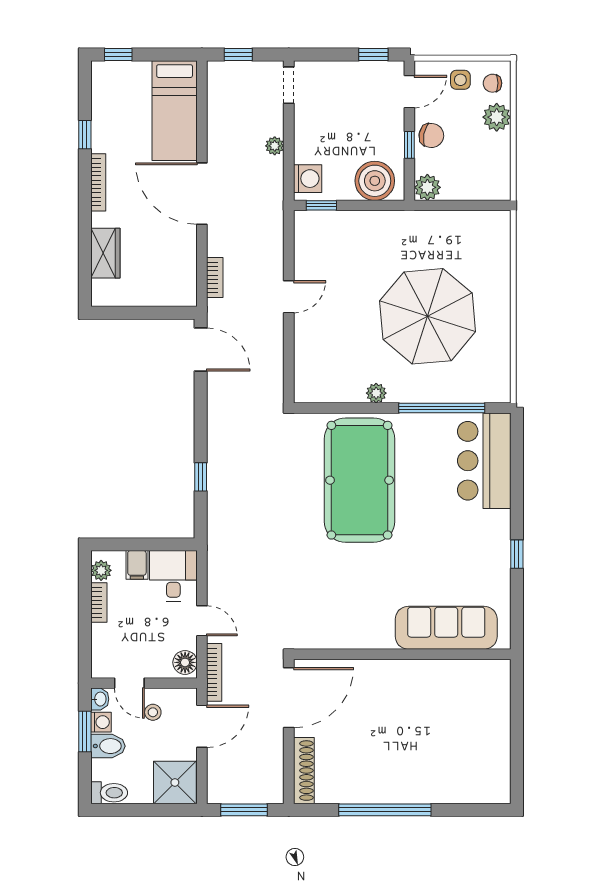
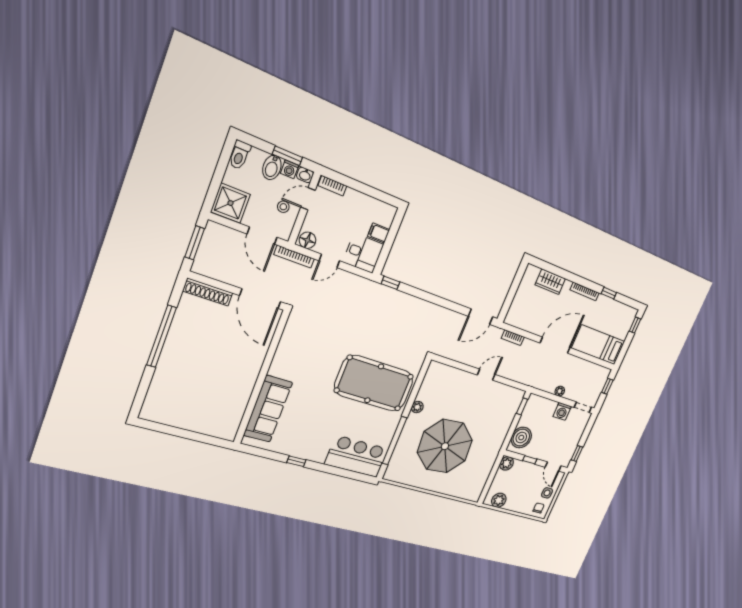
plant: (497, 117) -> (499, 500), moved
chair: (431, 135) -> (529, 472), removed
washing machine: (308, 179) -> (562, 411), moved
door: (289, 297) -> (486, 375), swing flipped
window: (201, 477) -> (390, 283), moved
plant: (101, 570) -> (384, 209), removed
bookcase: (99, 602) -> (332, 186), moved

